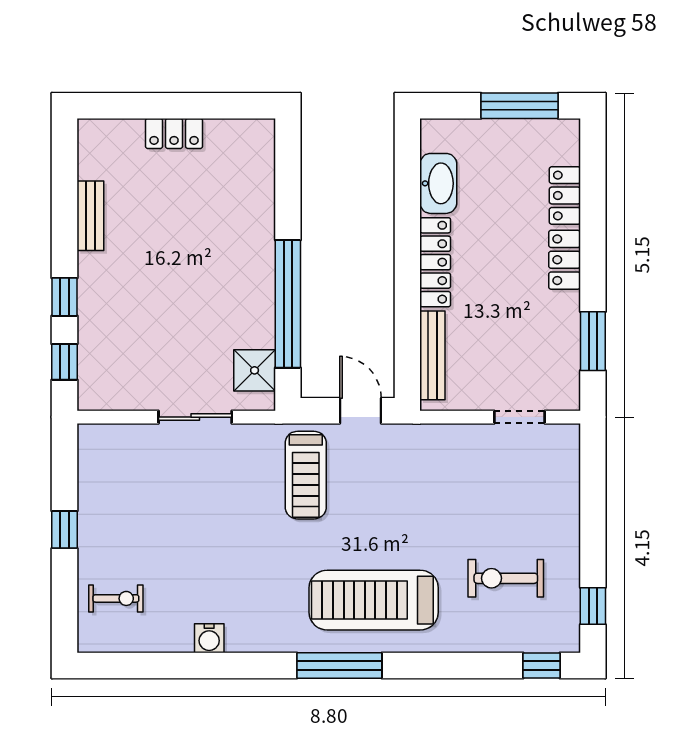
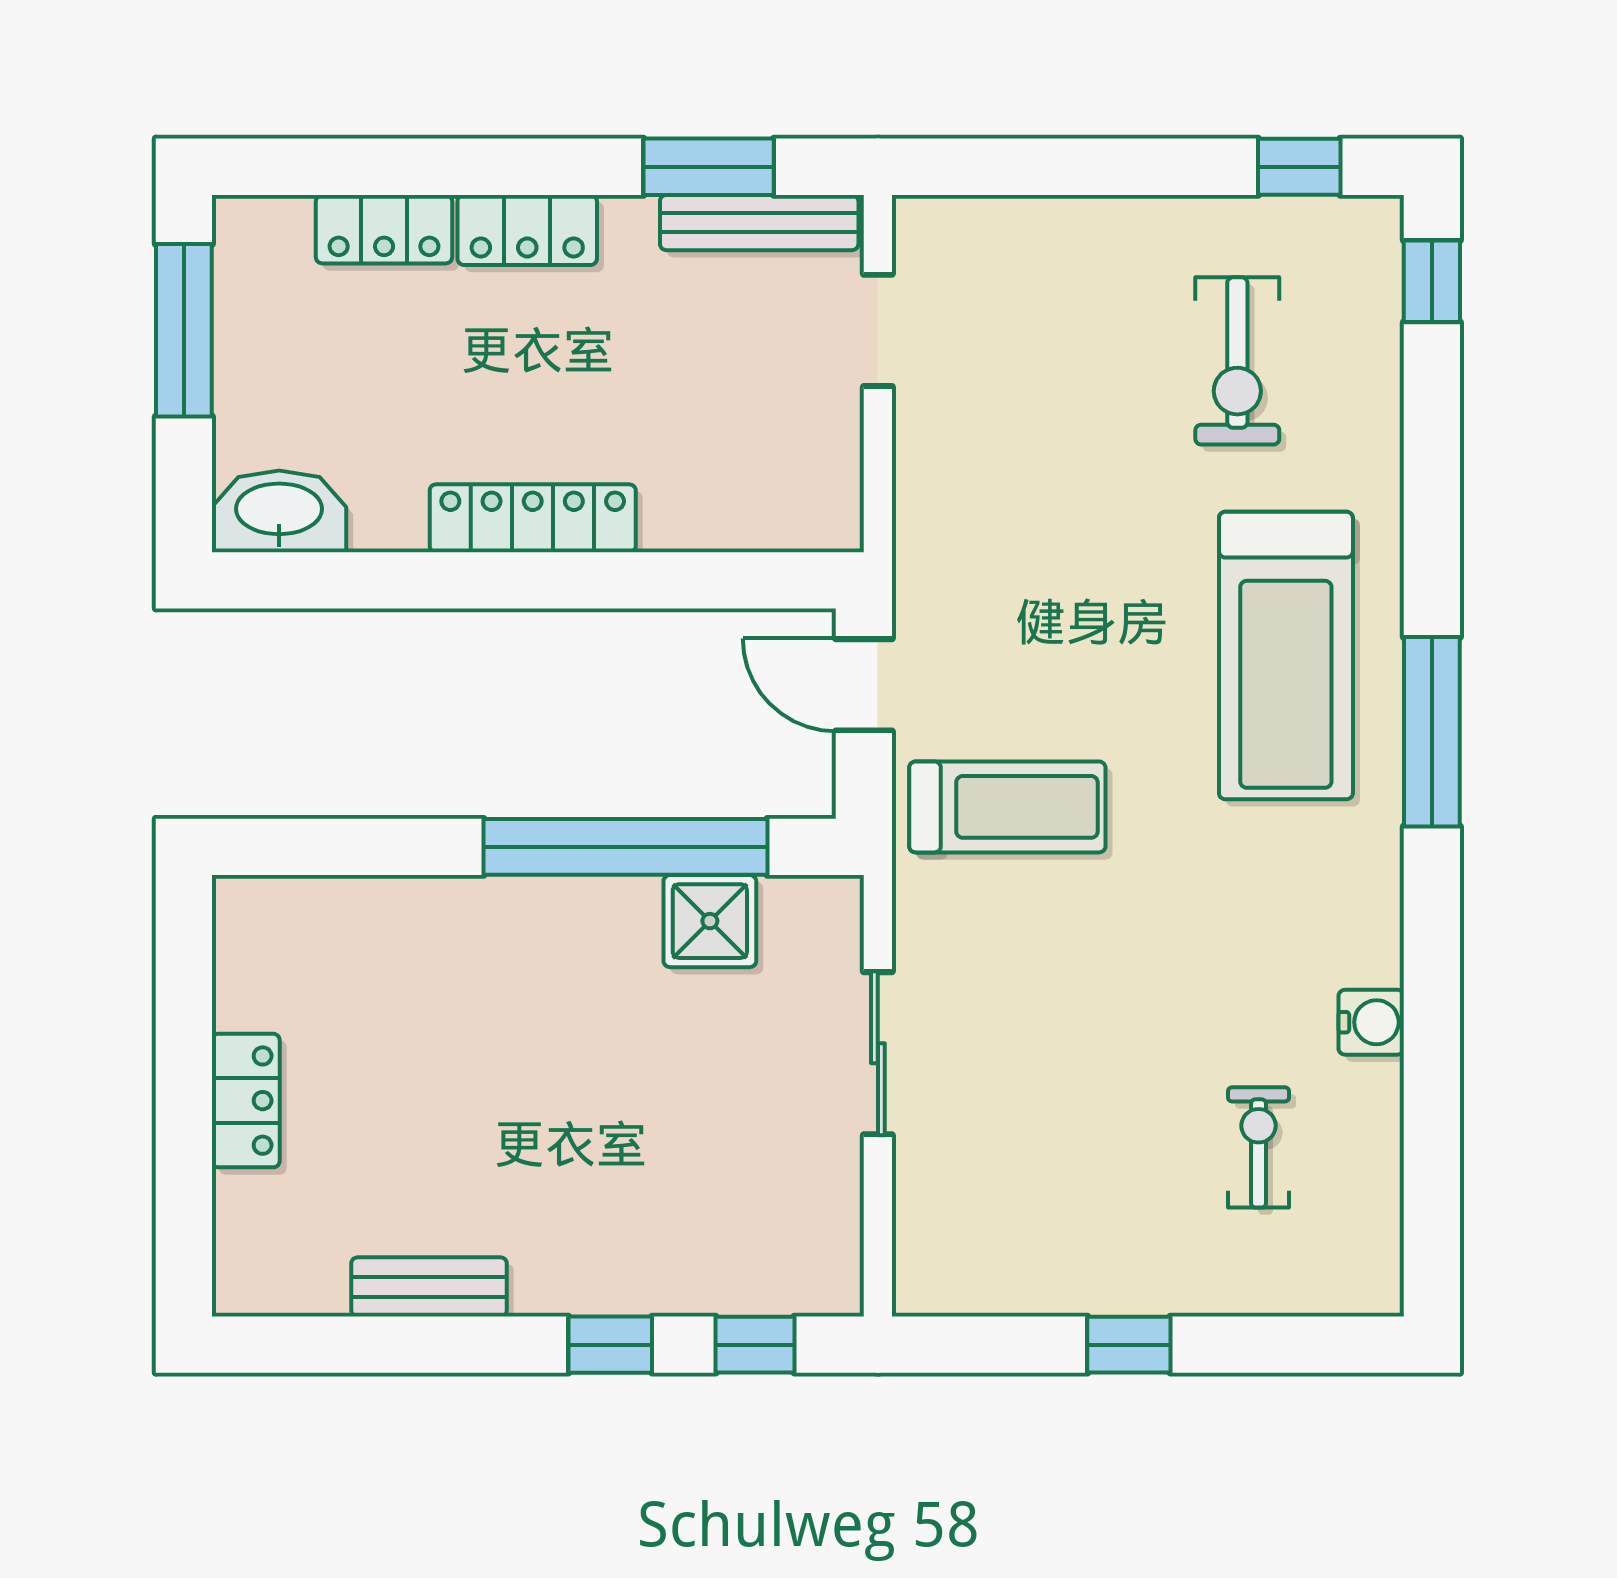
washbasin: (438, 183) -> (279, 511), moved
bench: (432, 355) -> (759, 223), moved
shower: (255, 370) -> (710, 921), moved
door: (360, 411) -> (864, 685), hinge flipped
exercise bike: (116, 598) -> (1258, 1147), moved

